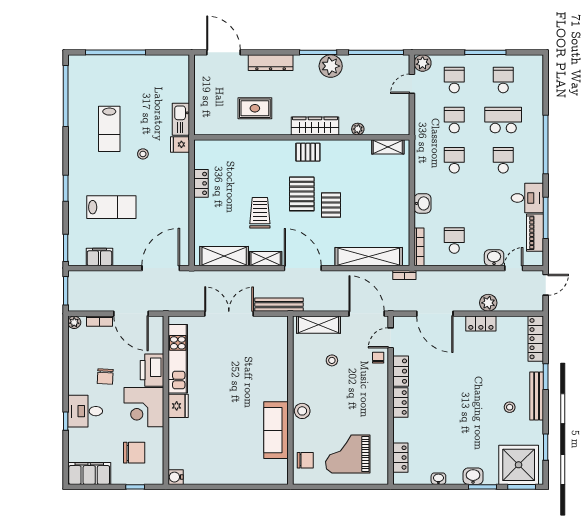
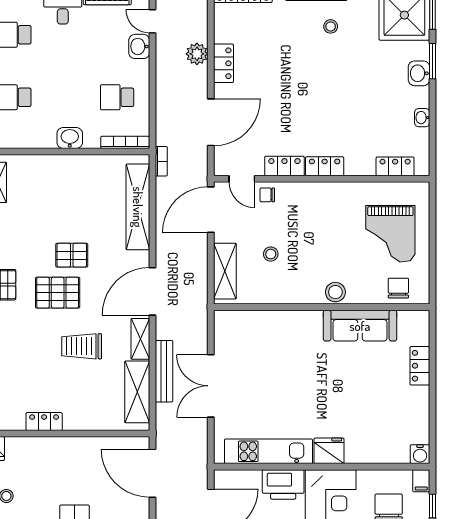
bench: (279, 305) -> (164, 371), moved
locker: (245, 477) -> (420, 366), added
filing cabinet: (155, 478) -> (421, 481), added

